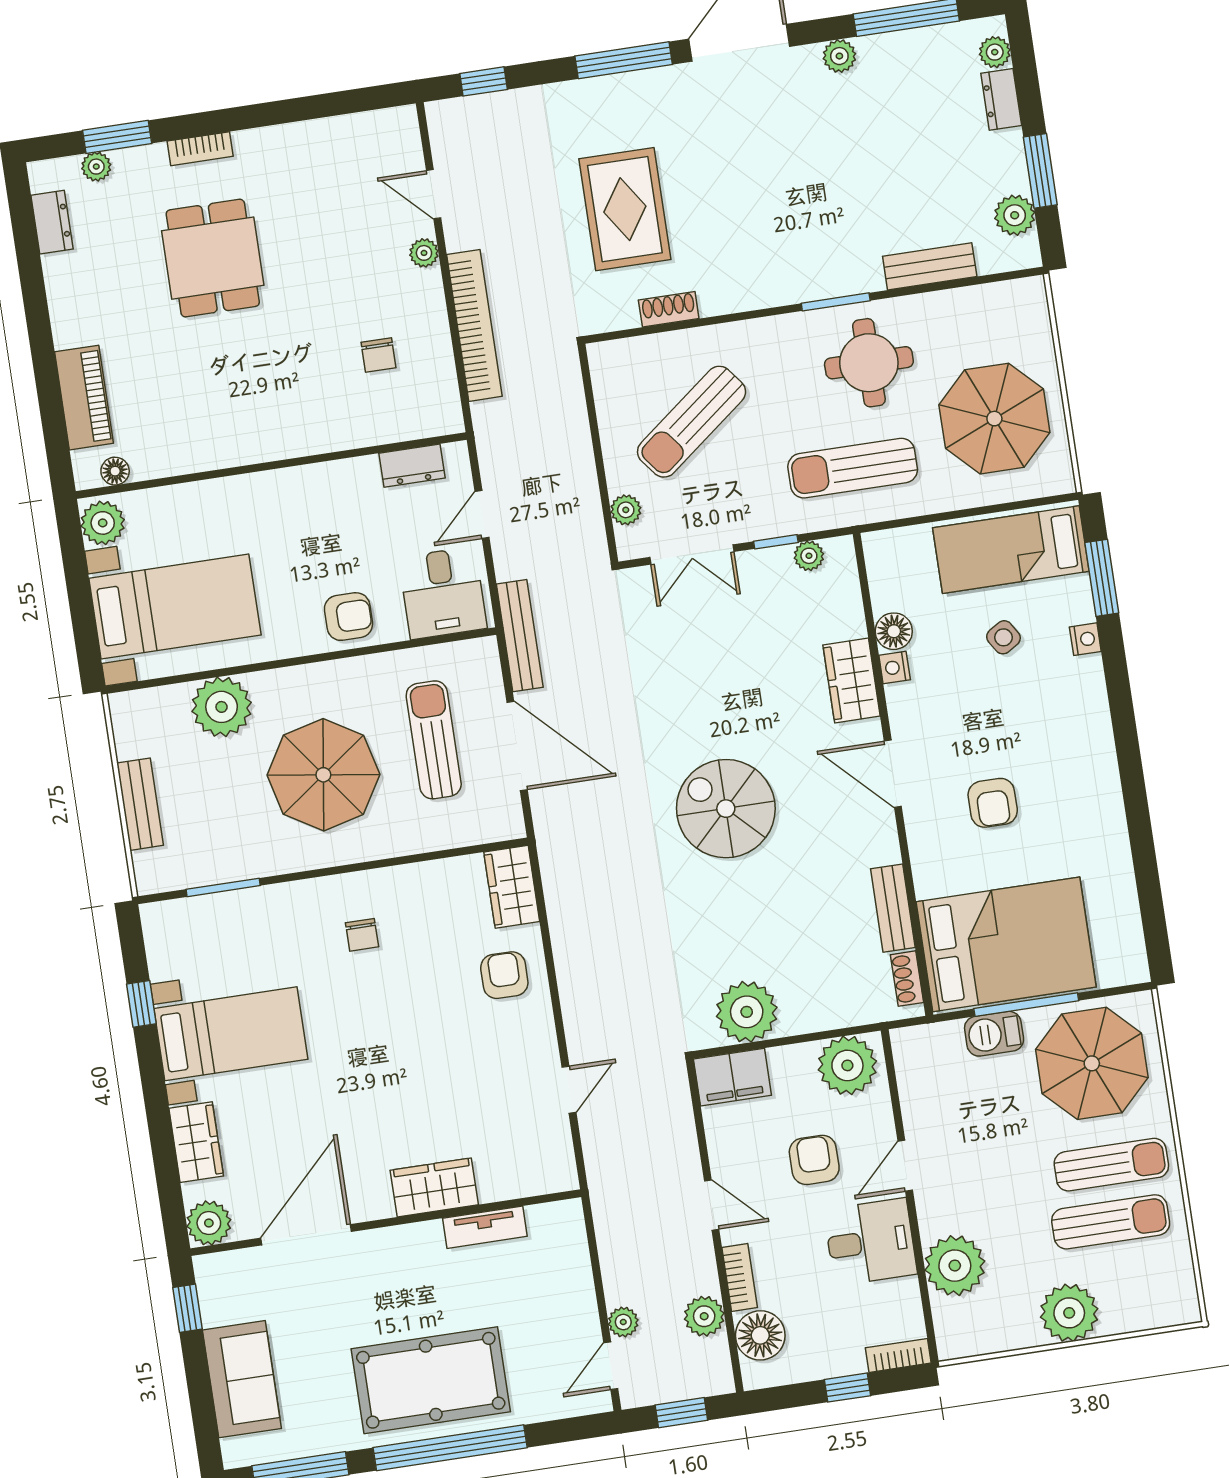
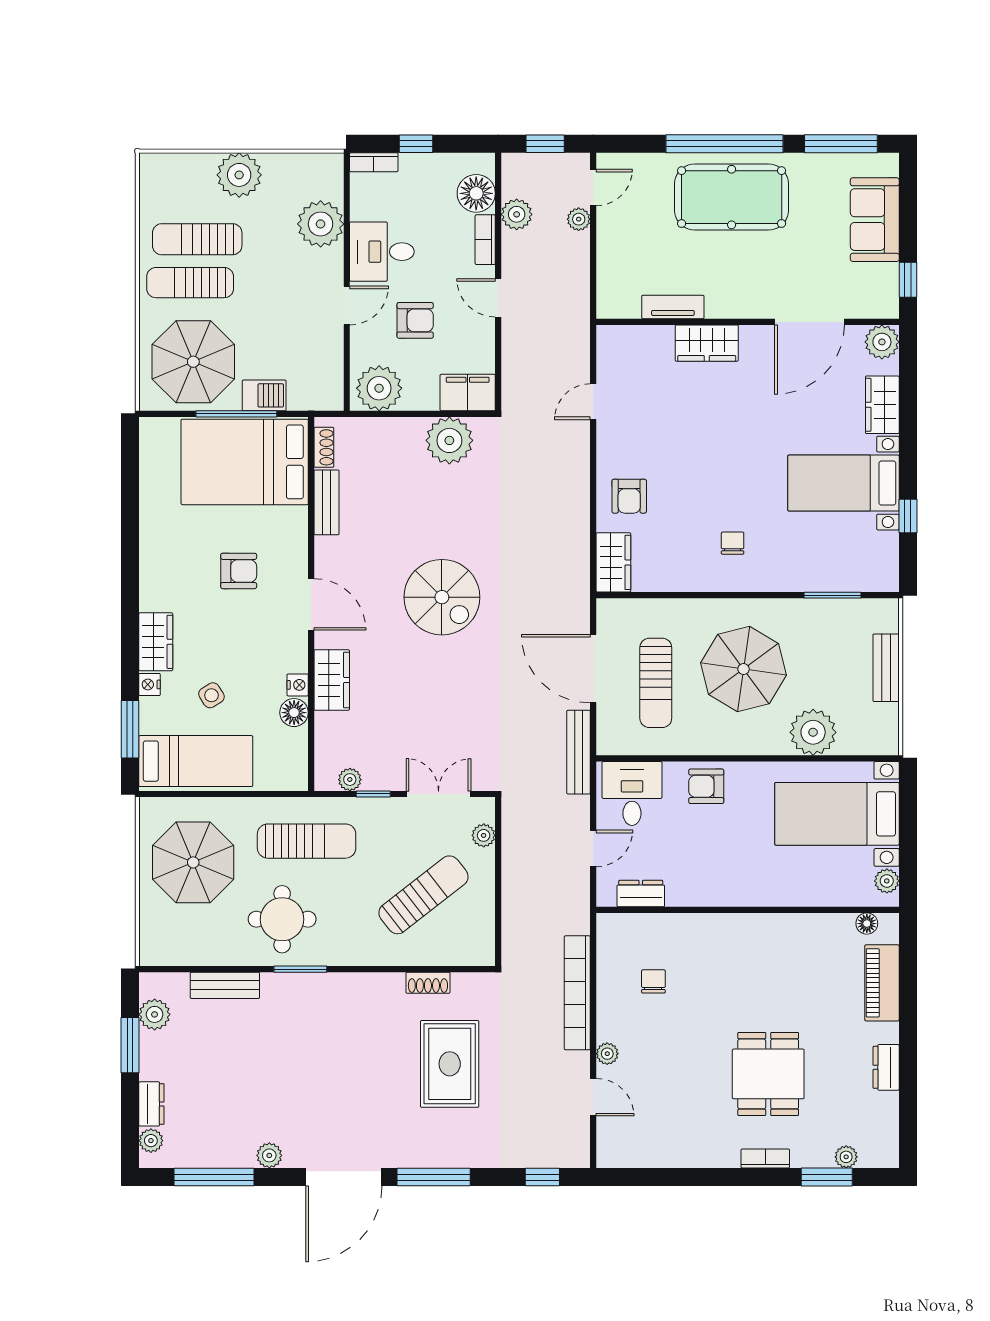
dresser: (52, 222) -> (886, 1067), moved
plant: (103, 523) -> (887, 881), width x0.73, depth x0.73
wardrobe: (1086, 695) -> (156, 642), added
armchair: (993, 803) -> (239, 571), turned 90
armchair: (814, 1160) -> (415, 320), turned -90

